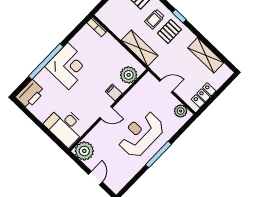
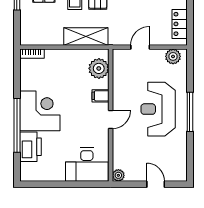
printer: (30, 94) -> (30, 147), moved
plant: (84, 151) -> (118, 175), width x0.53, depth x0.53

